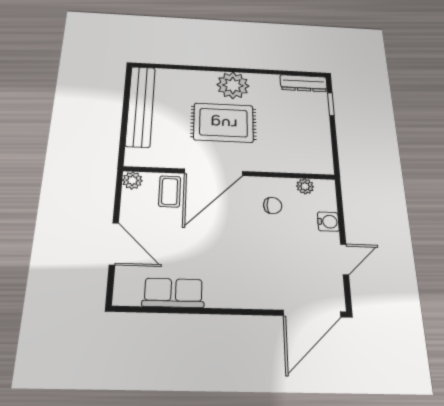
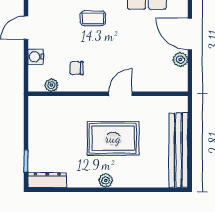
plant: (233, 85) -> (106, 181), width x0.53, depth x0.53
door: (214, 172) -> (120, 94), width x0.53
plant: (132, 180) -> (180, 60), moved
coffee table: (170, 191) -> (93, 18), moved, turned 90

